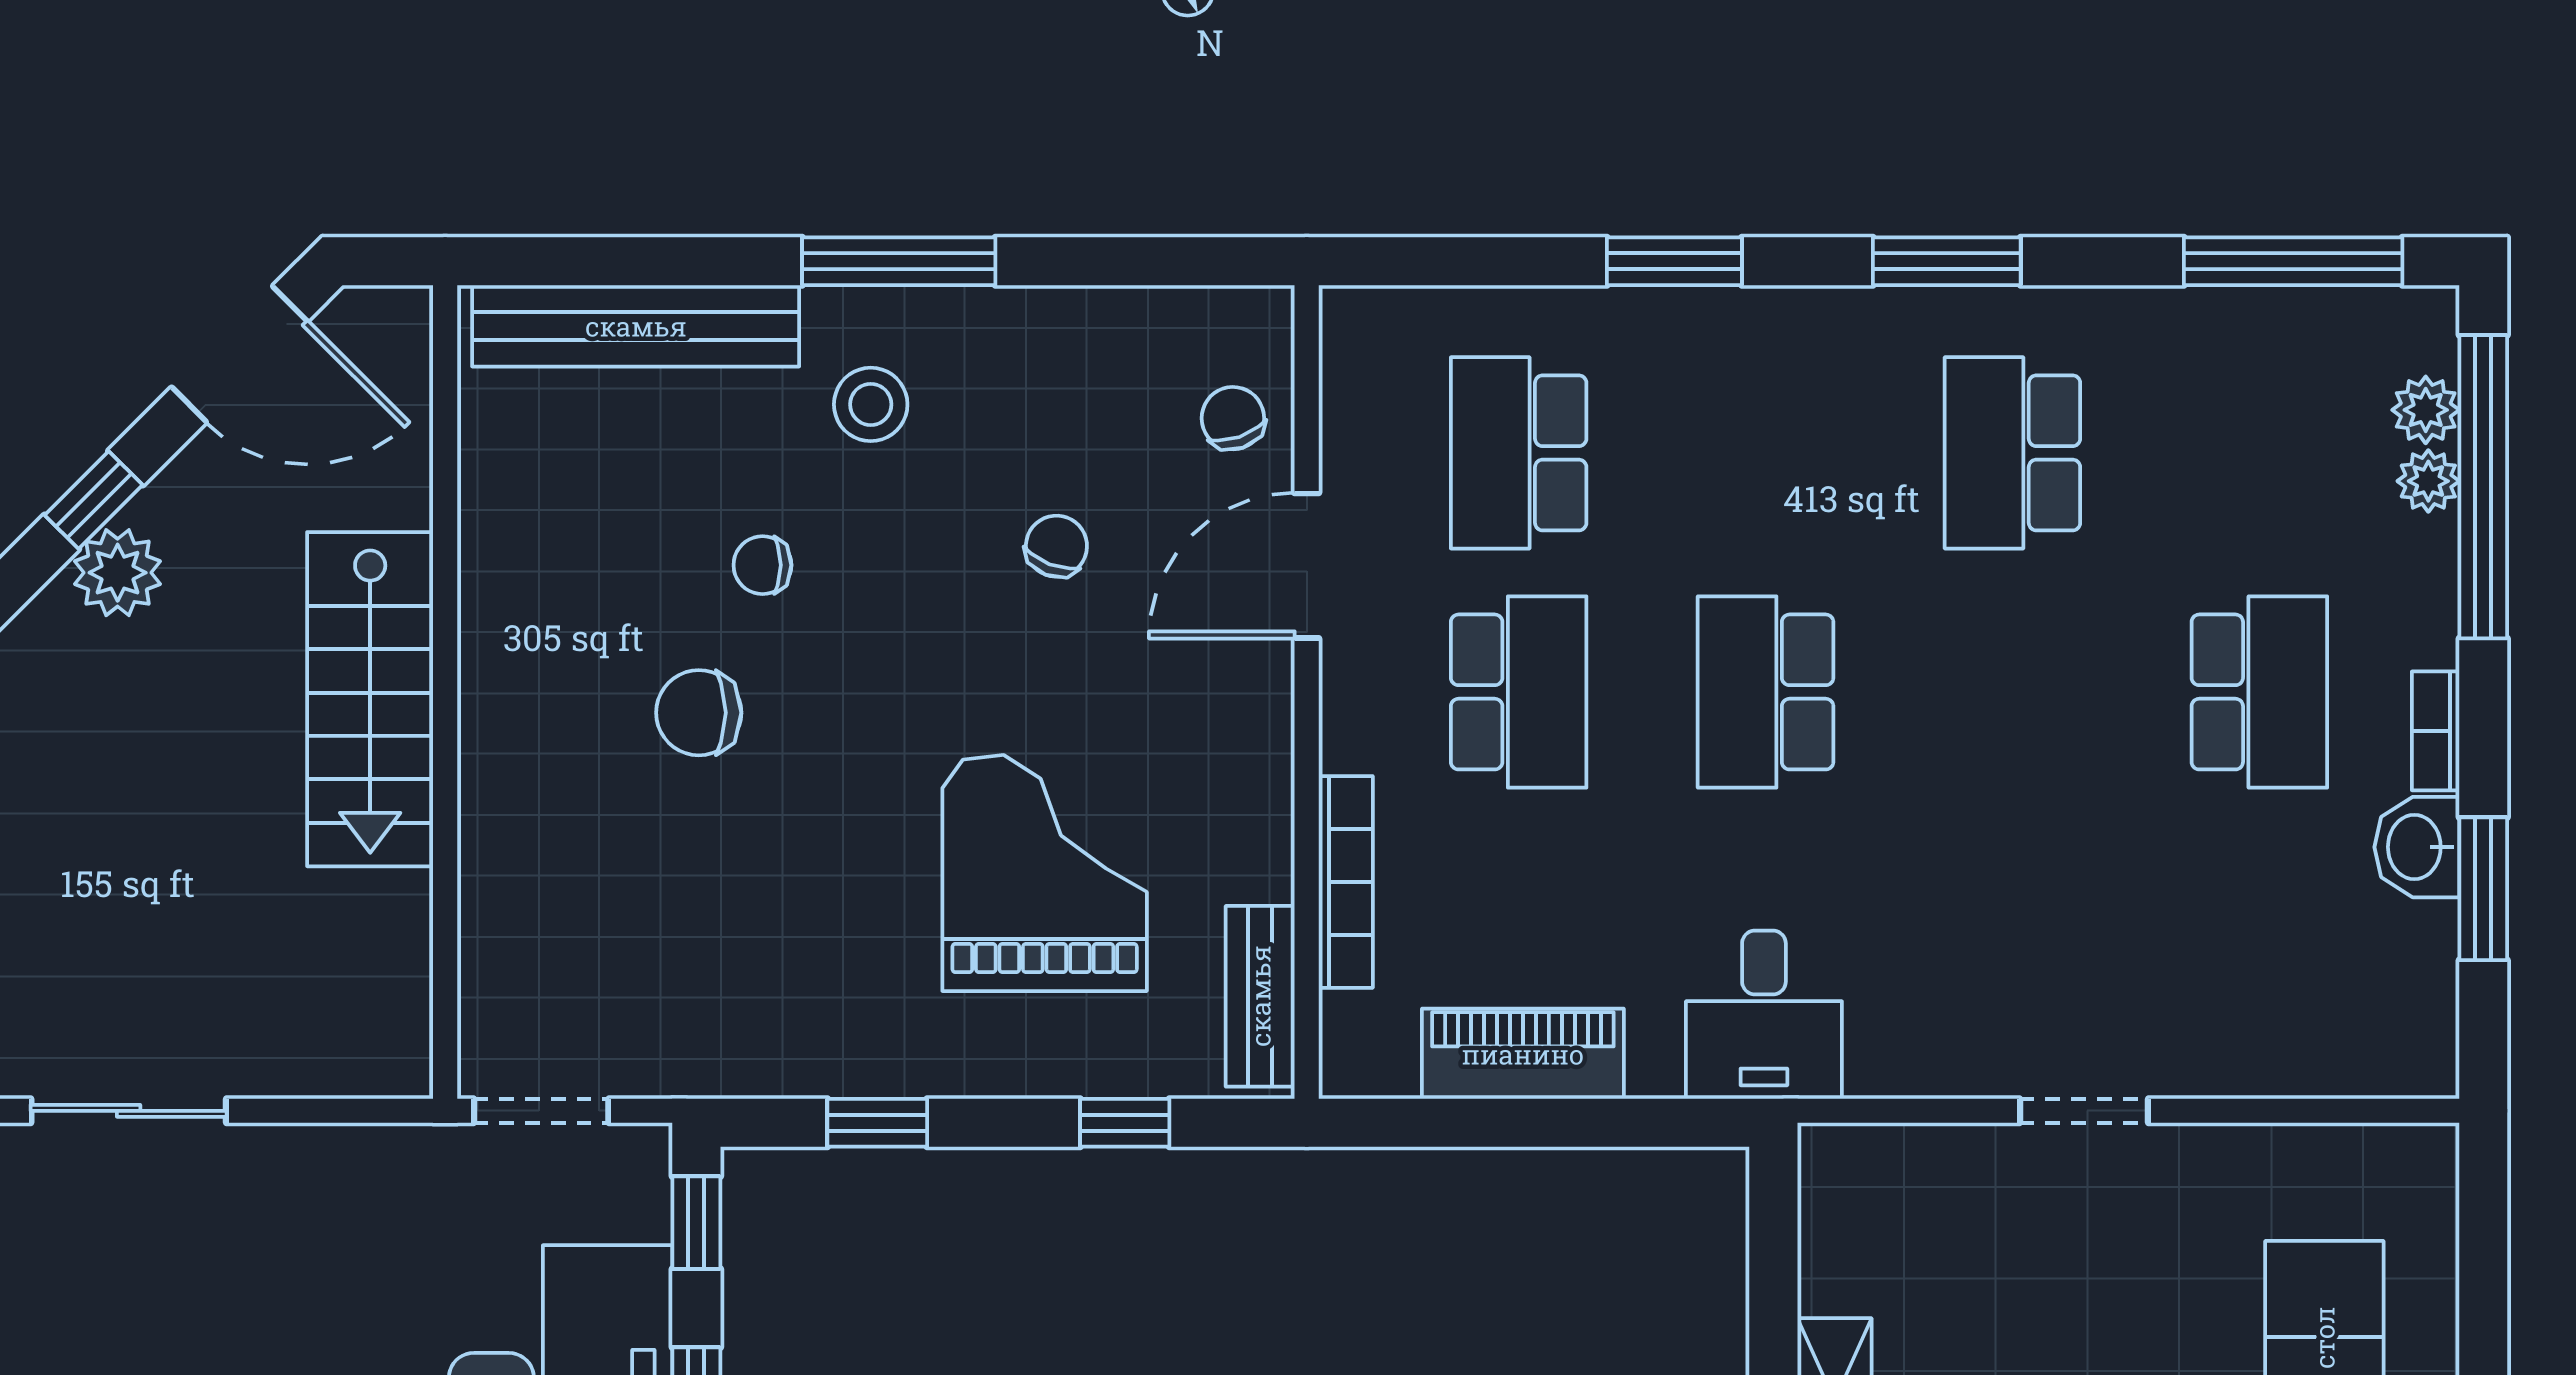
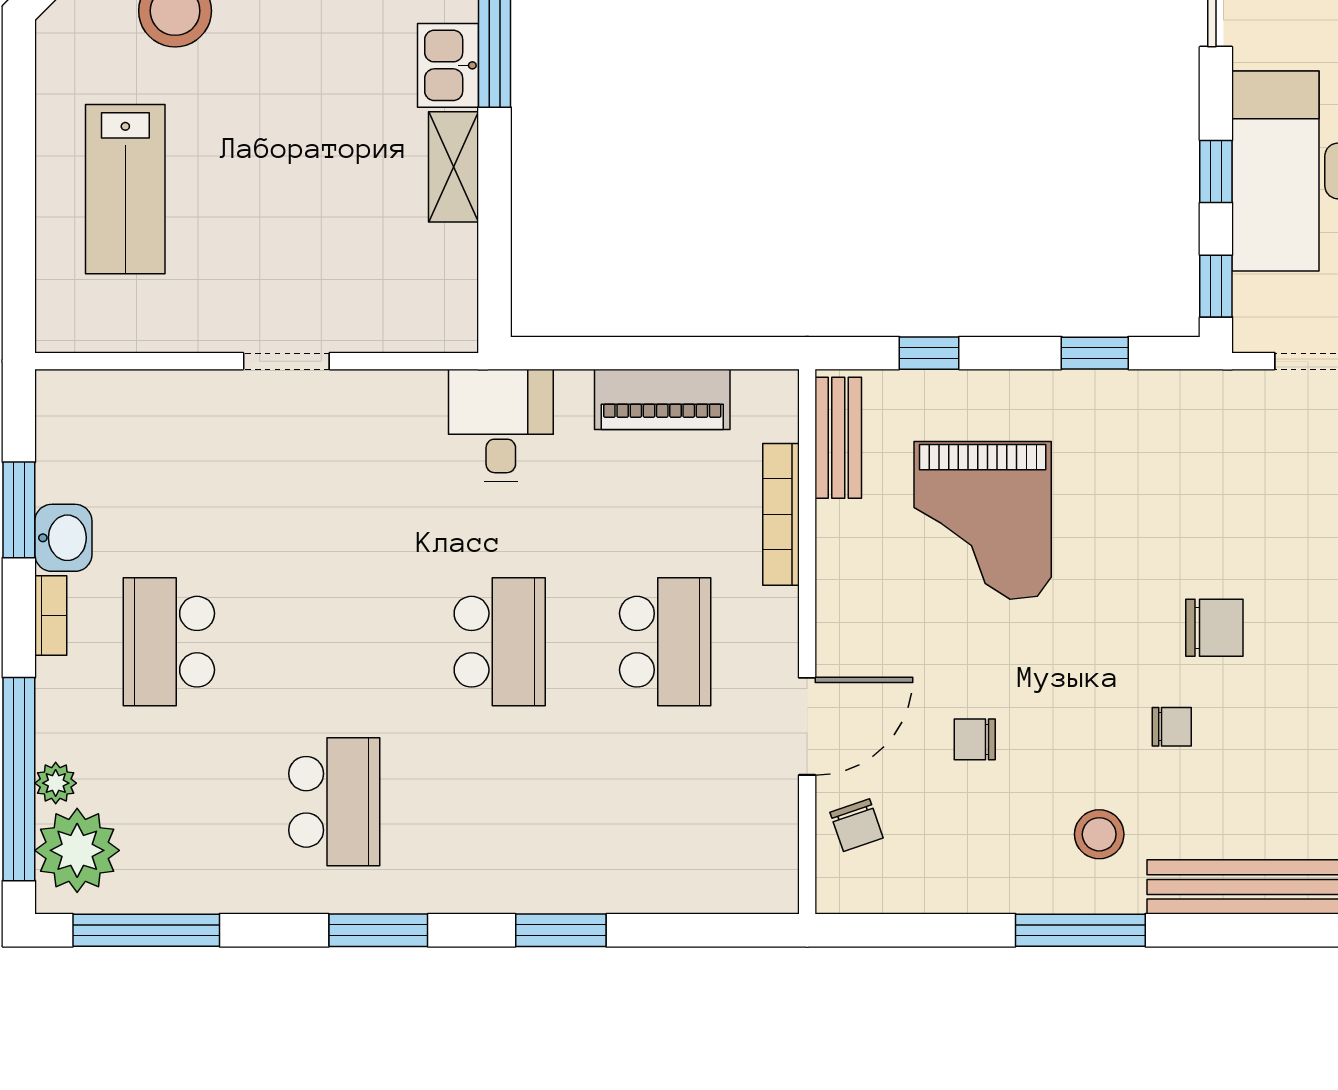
plant: (2426, 410) -> (77, 850), width x1.87, depth x1.87
school desk: (1519, 453) -> (665, 802), removed
chair: (1056, 546) -> (975, 739), turned 69
school desk: (1519, 692) -> (665, 642), turned 180

